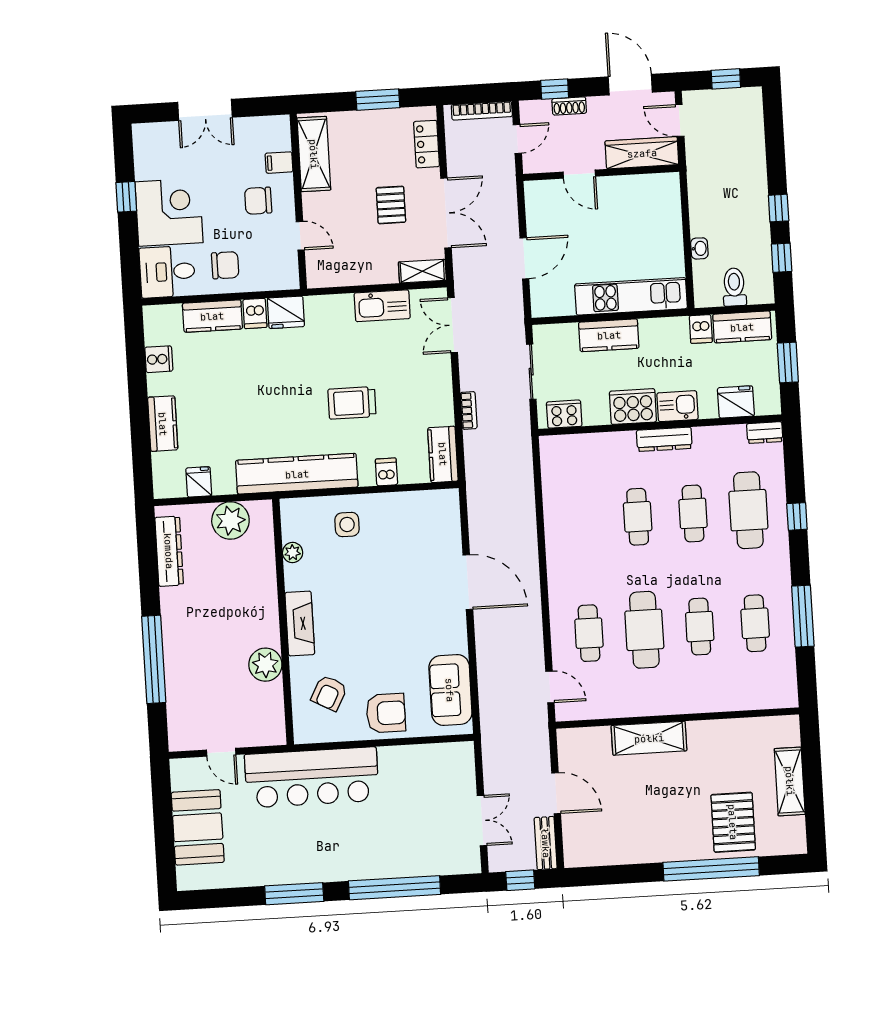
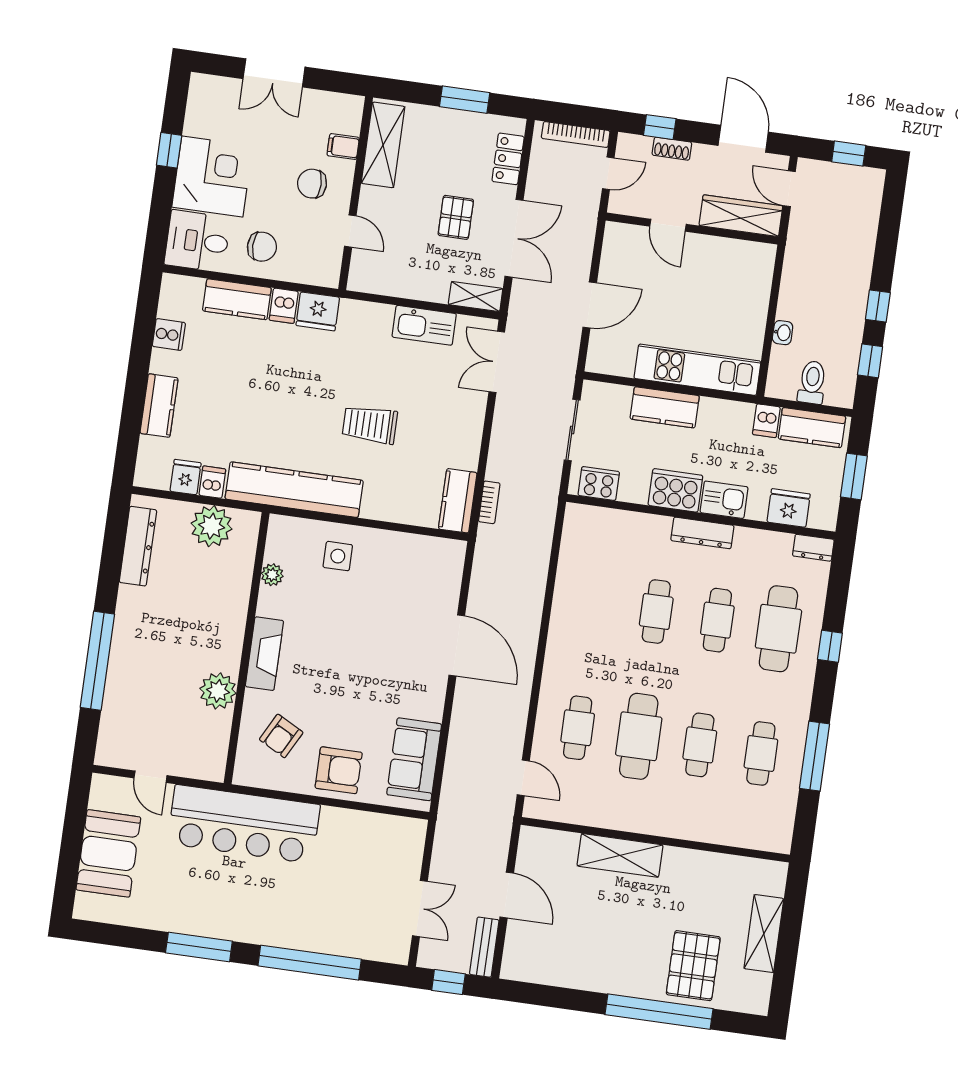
bookcase: (469, 410) -> (489, 502), moved
dishwasher: (386, 472) -> (212, 482), moved

